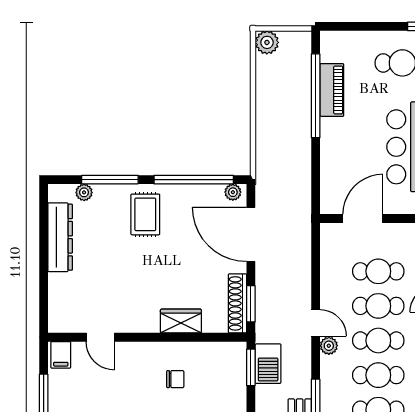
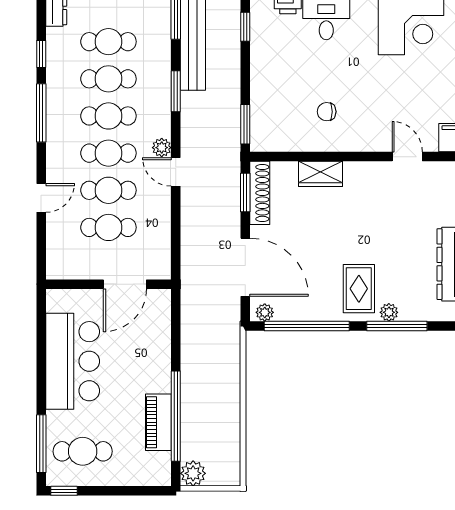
plant: (267, 42) -> (193, 473), moved
plant: (84, 192) -> (389, 312), moved
barbecue: (268, 364) -> (227, 128), removed

